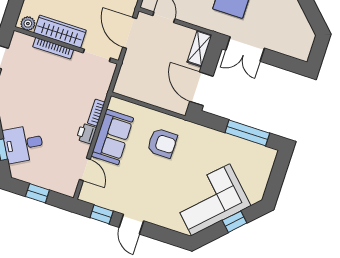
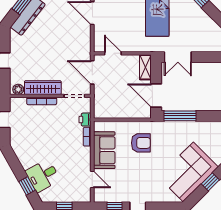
window: (247, 133) -> (180, 116), moved
printer: (86, 134) -> (85, 120), moved

